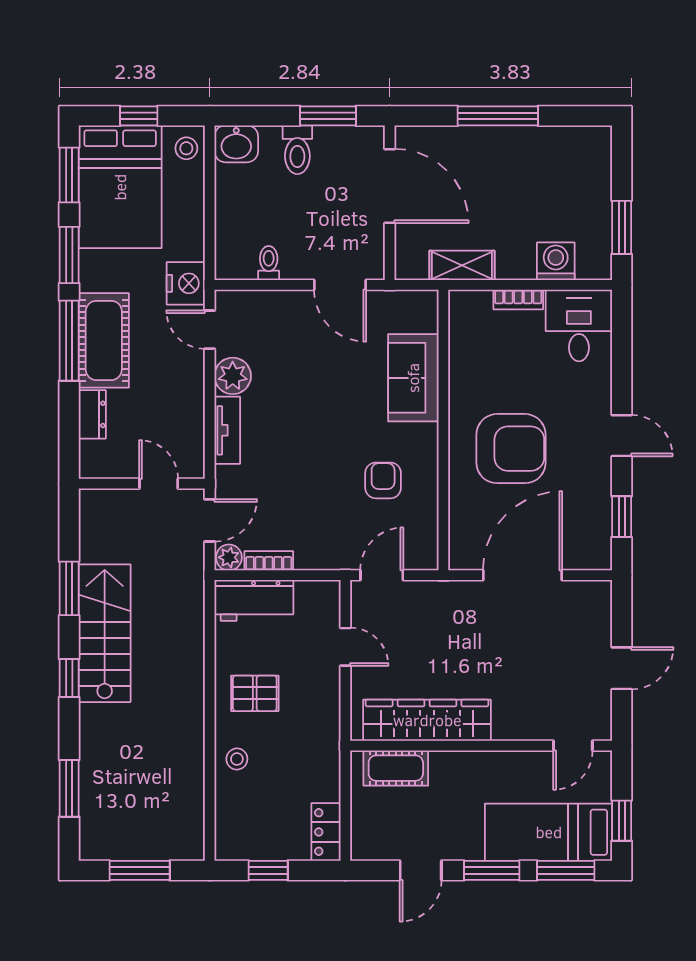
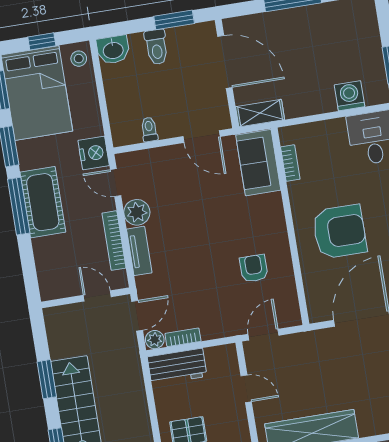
shelving: (462, 265) -> (260, 113), moved
bookcase: (518, 299) -> (290, 163), moved, turned -90
sofa: (413, 378) -> (258, 163), moved
bookcase: (194, 410) -> (114, 241), added
dresser: (92, 414) -> (43, 255), removed

